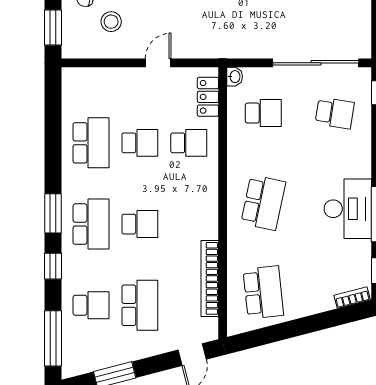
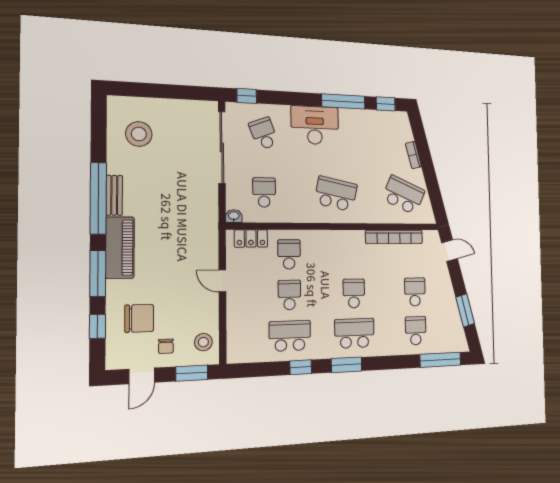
stool: (111, 22) -> (203, 342), moved
school desk: (335, 113) -> (264, 134), turned -30
desk: (348, 209) -> (315, 125), moved
window: (53, 266) -> (301, 367), moved
school desk: (263, 292) -> (403, 195), turned 30
bookcase: (352, 298) -> (413, 155), moved
school desk: (140, 305) -> (415, 292), width x0.54

